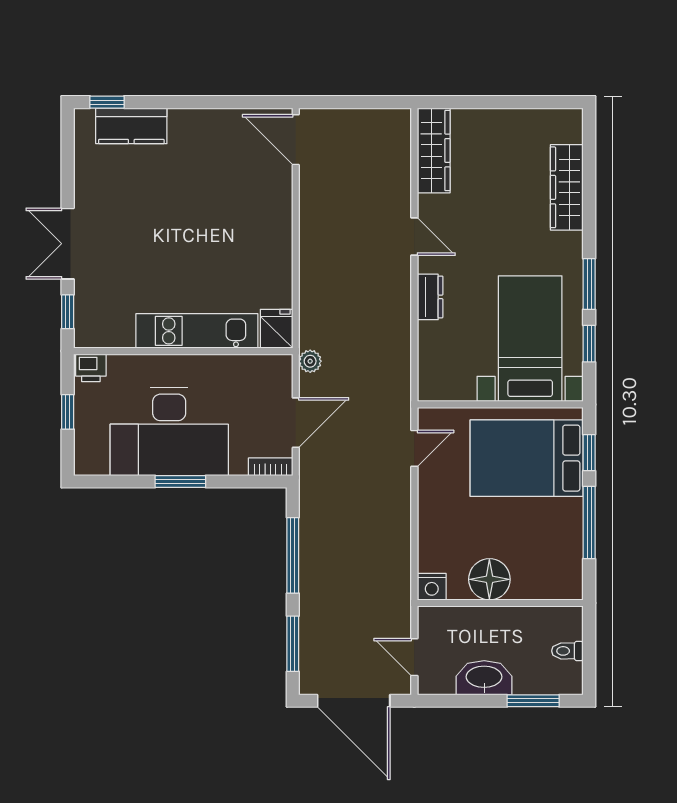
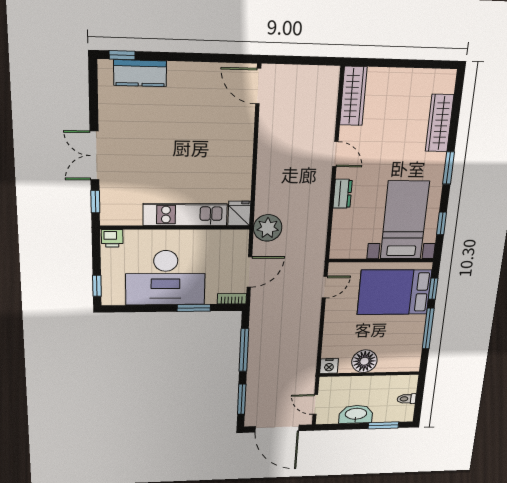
window: (589, 284) -> (449, 168), moved
plant: (310, 361) -> (268, 228), width x1.88, depth x1.88
window: (68, 412) -> (97, 286), moved
window: (180, 481) -> (194, 308), moved

